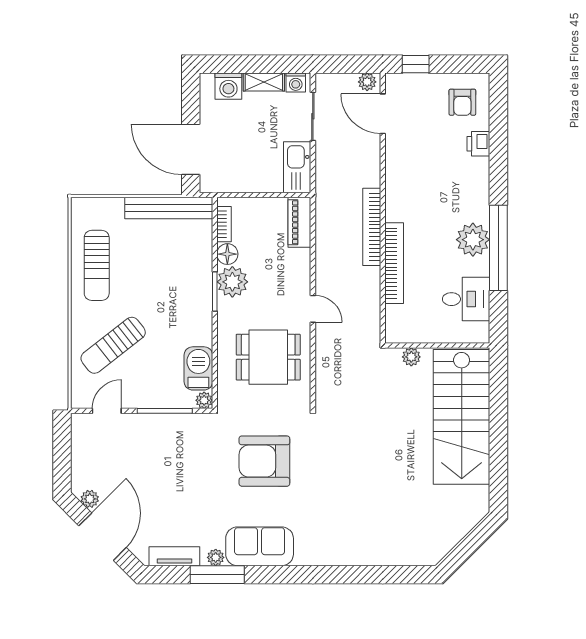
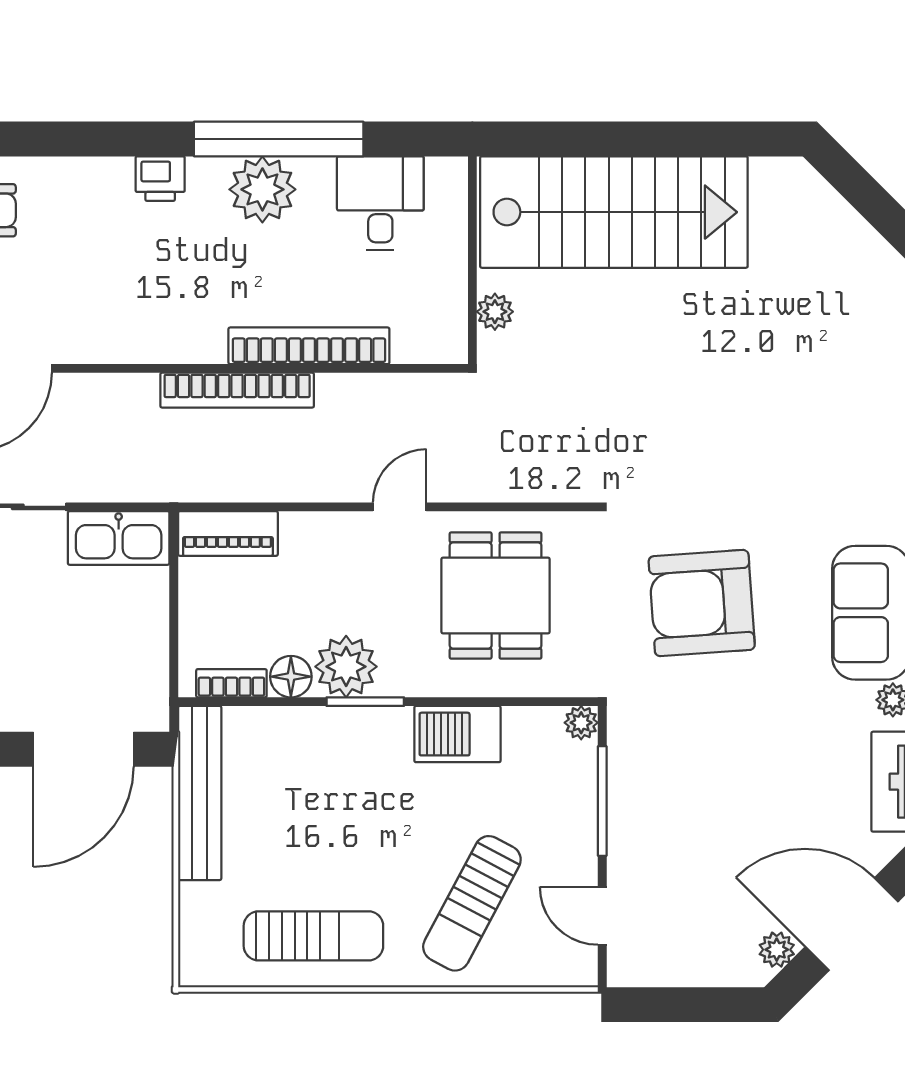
printer: (478, 144) -> (160, 179), moved
sun lounger: (113, 345) -> (472, 903), turned 66
barbecue: (198, 368) -> (457, 734), moved
armchair: (264, 461) -> (702, 603), turned 86

